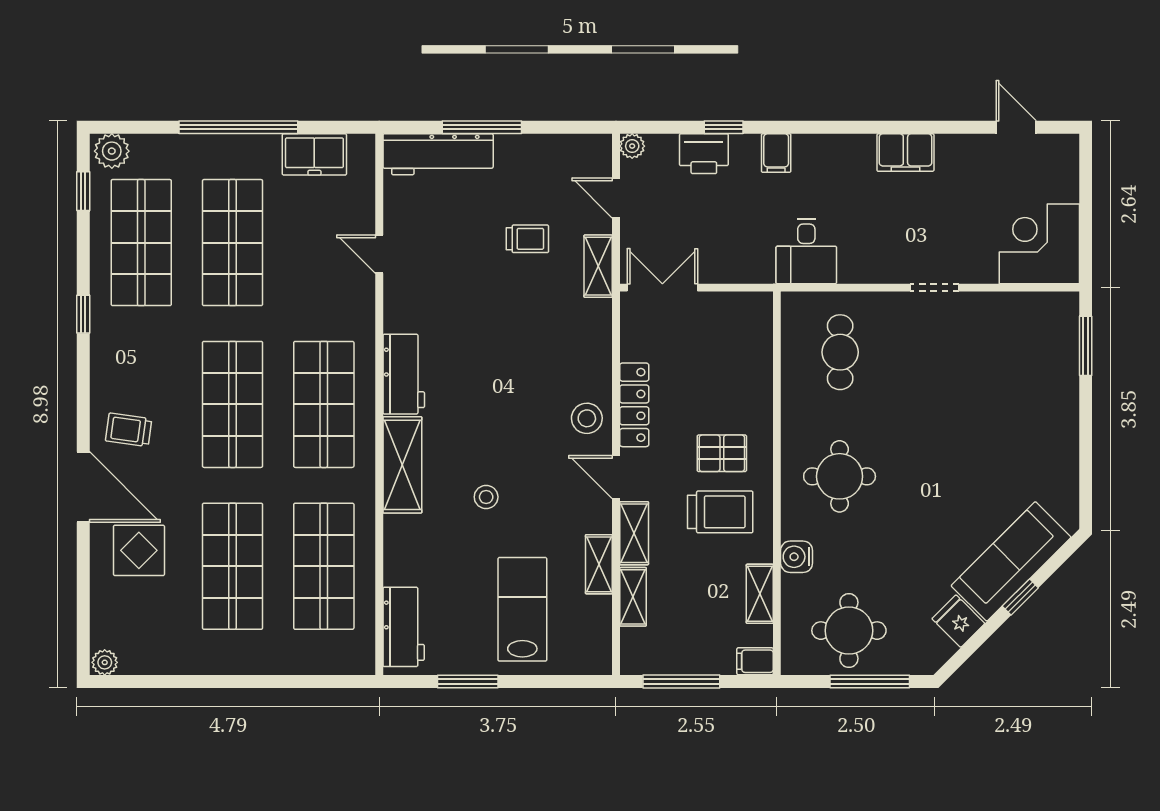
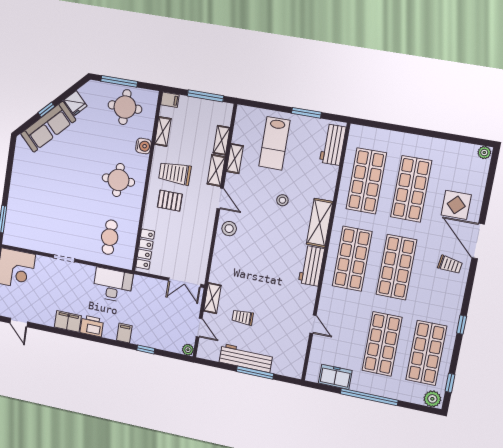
workbench: (438, 154) -> (246, 358), moved
printer: (704, 154) -> (92, 326), moved
desk: (806, 251) -> (113, 285), width x1.37
locker: (634, 405) -> (145, 249), moved, turned 180

